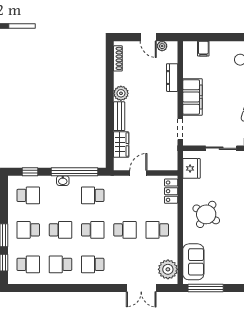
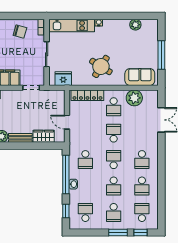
locker: (171, 191) -> (87, 95), width x1.53
school desk: (60, 230) -> (114, 186), turned 180
plant: (168, 269) -> (134, 98), moved
window: (206, 288) -> (161, 55), moved

